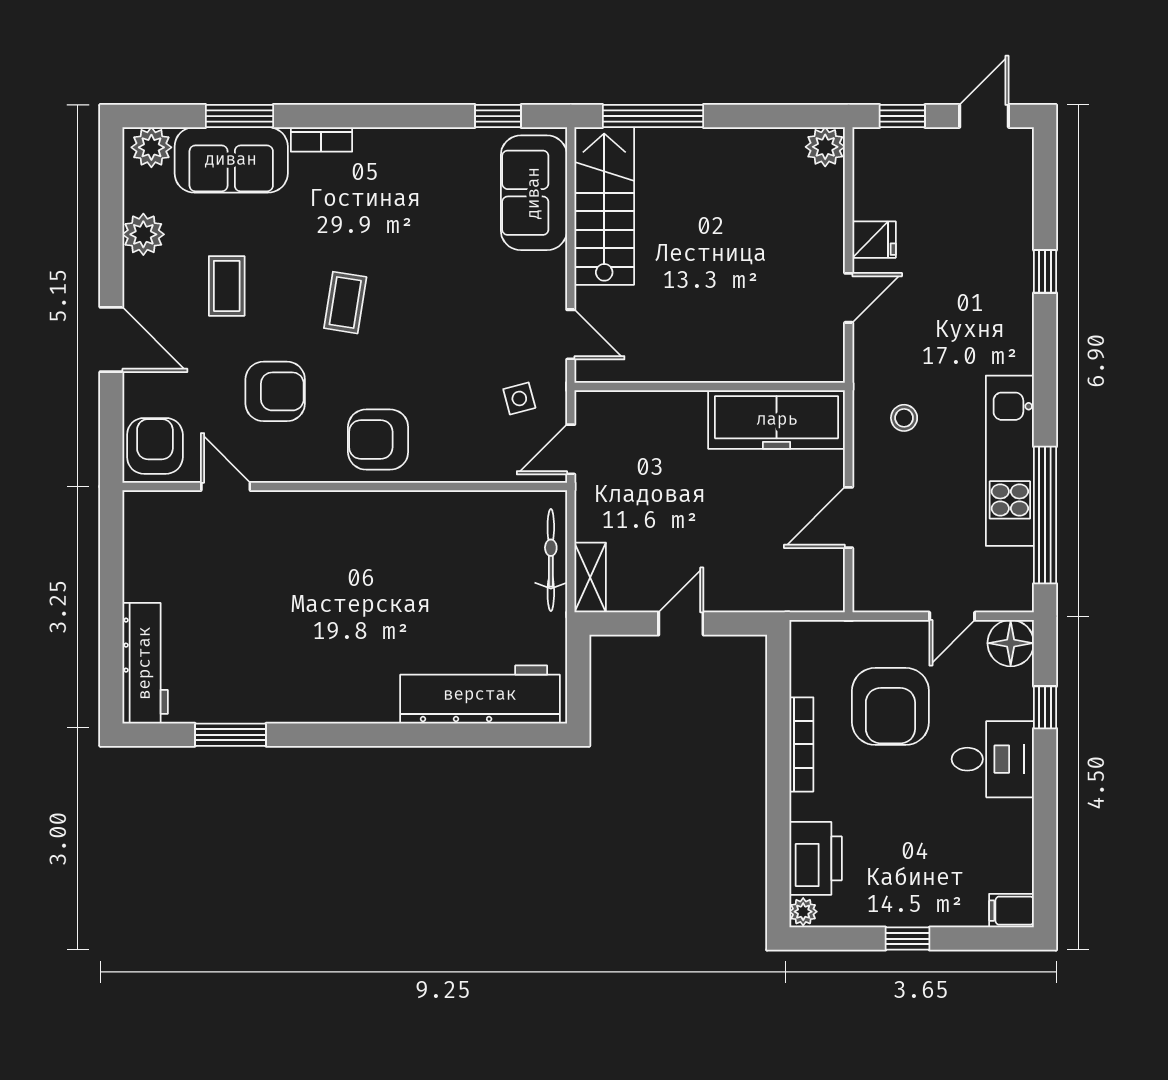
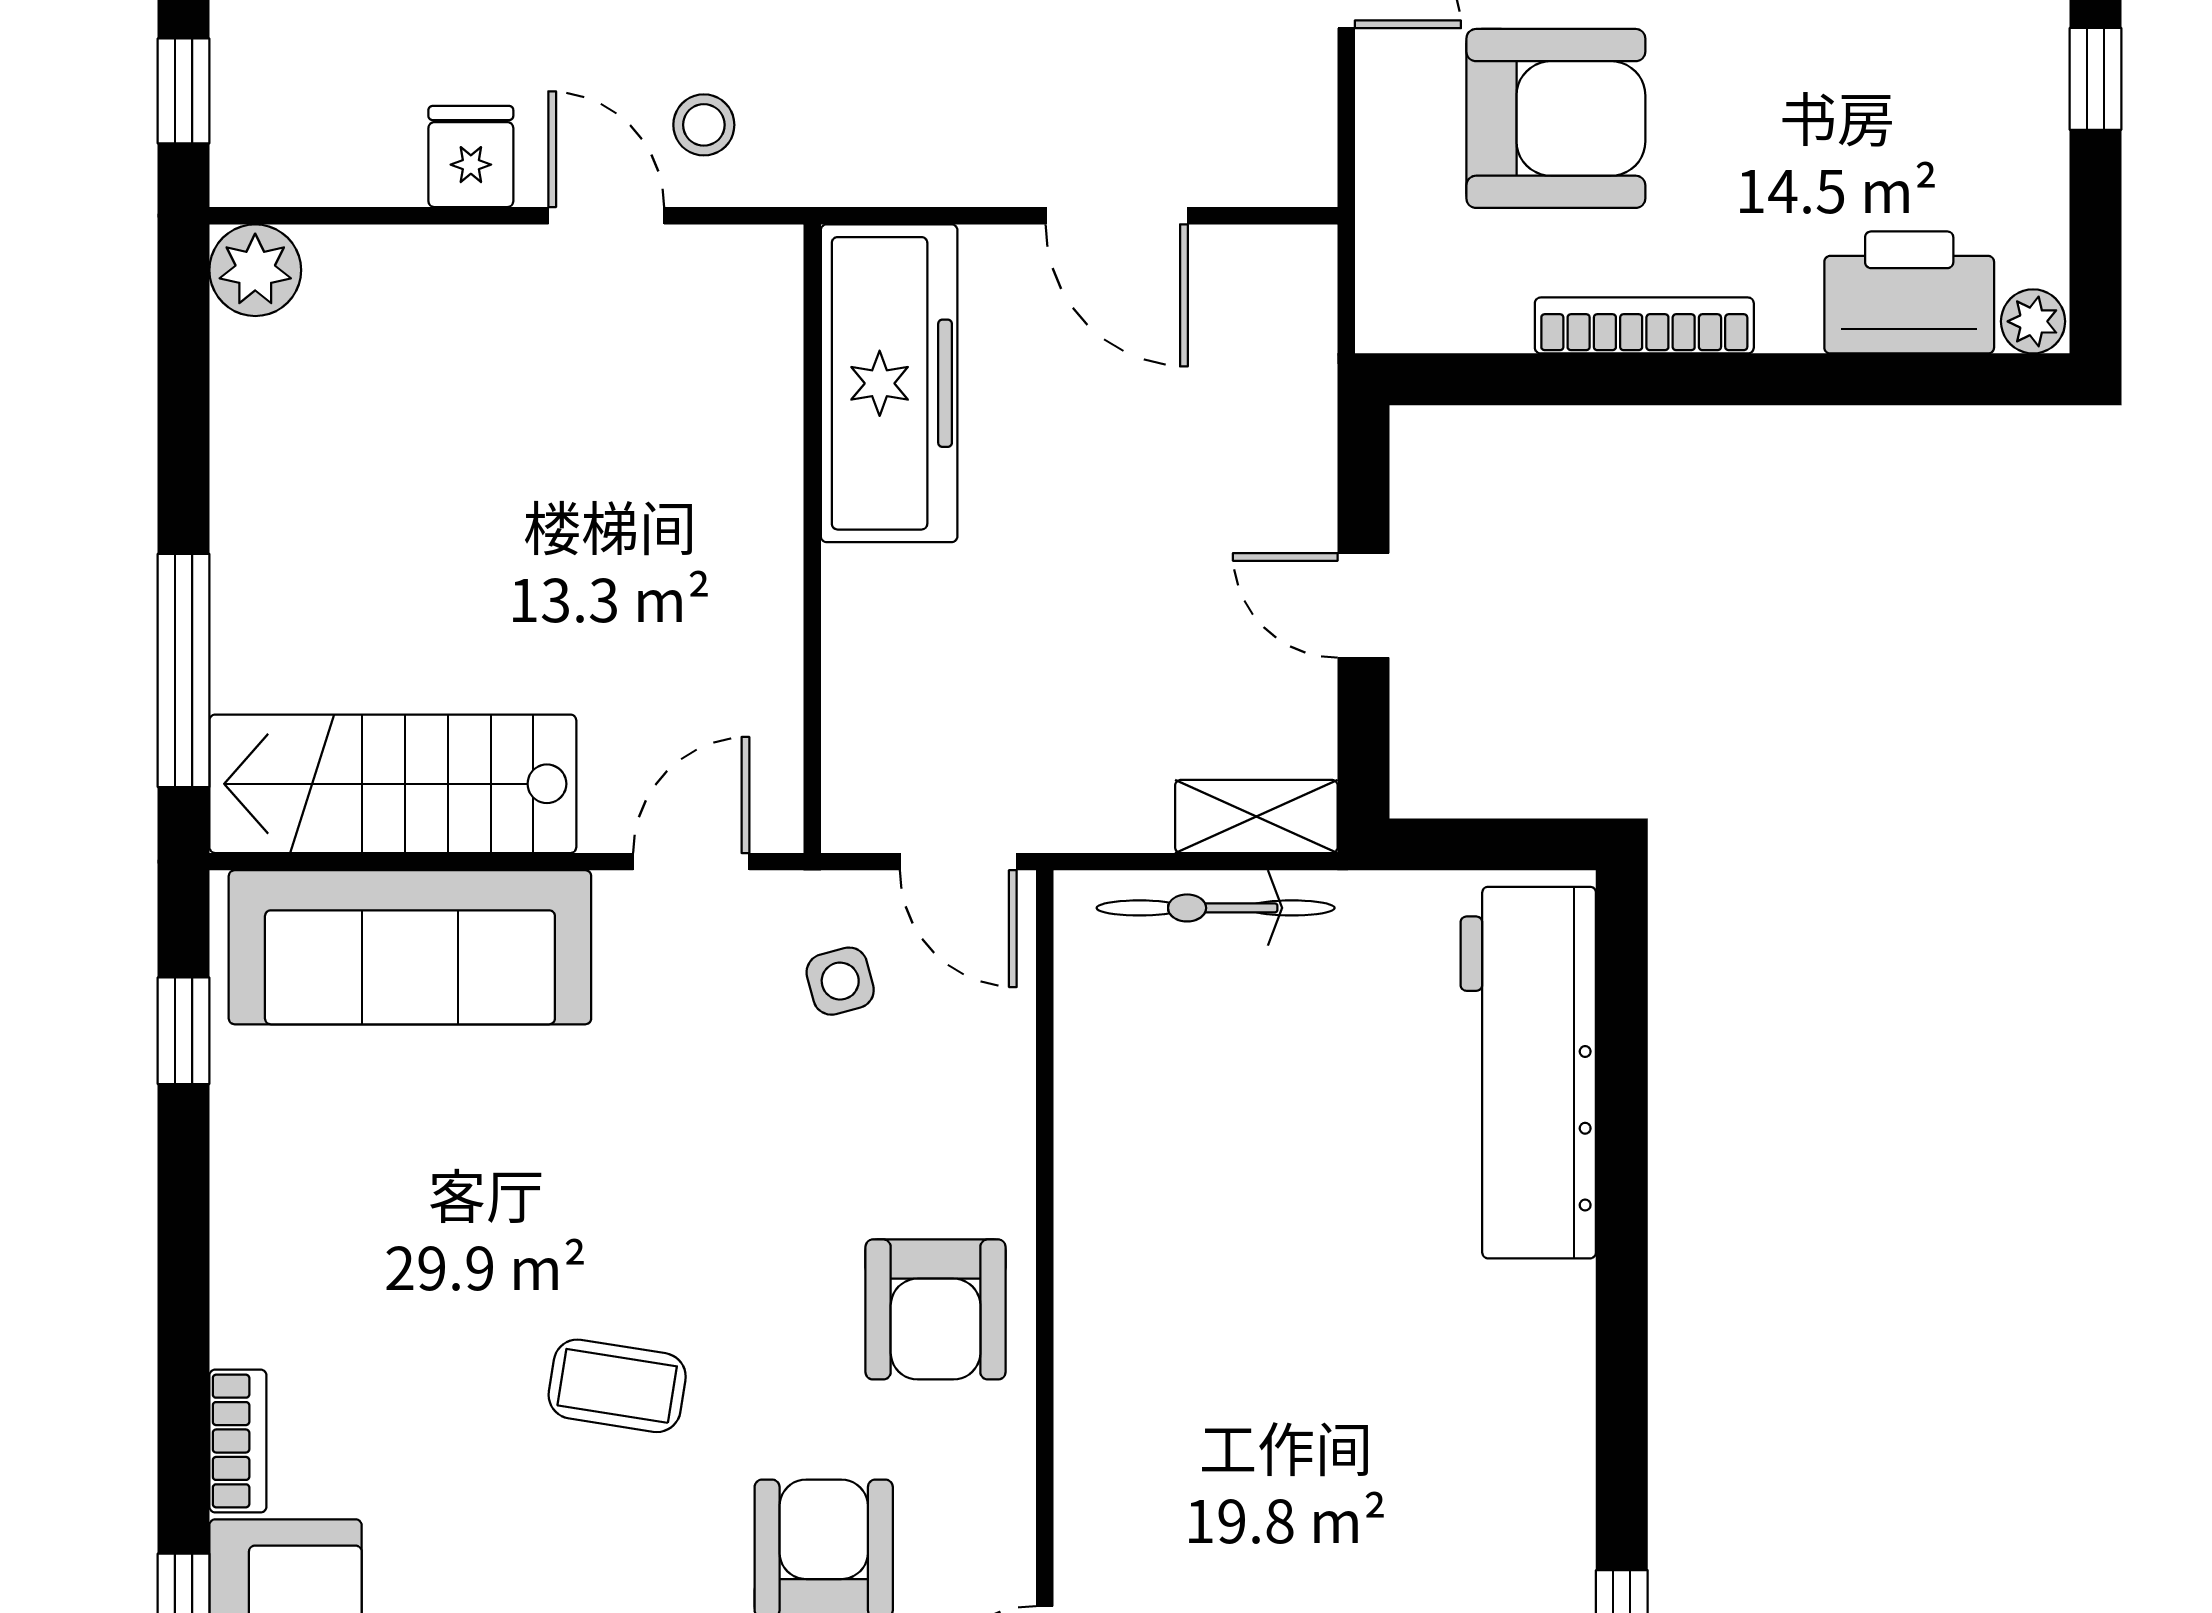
sofa: (534, 193) -> (410, 947), width x1.36
stool: (904, 418) -> (704, 125), moved

